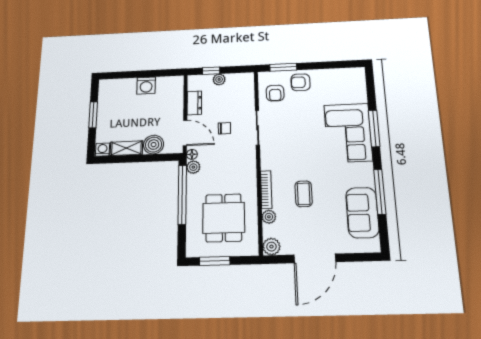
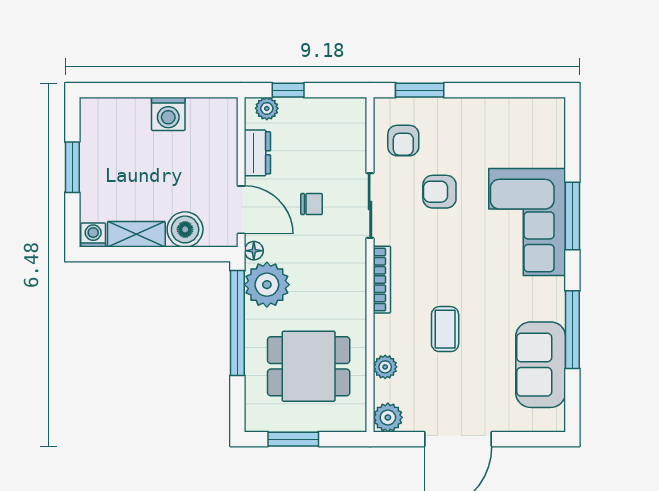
plant: (219, 79) -> (267, 108), moved
armchair: (301, 82) -> (439, 192), moved
plant: (193, 167) -> (267, 285), width x1.88, depth x1.88
bookcase: (266, 190) -> (382, 280), moved
dining table: (224, 218) -> (309, 366), turned 90

